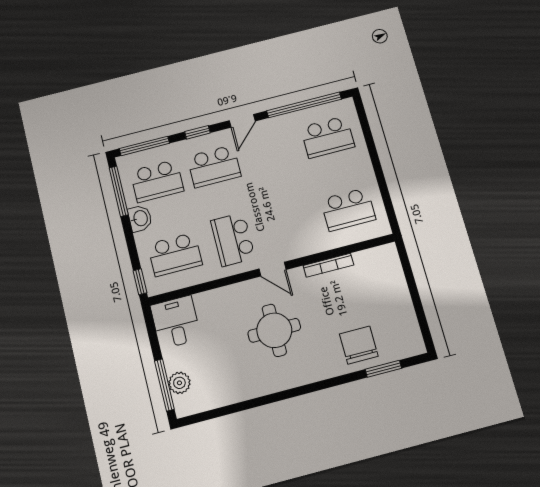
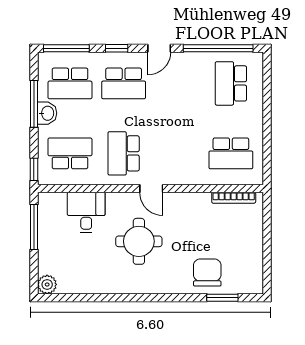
school desk: (328, 137) -> (231, 83), turned 90
window: (119, 191) -> (34, 104), moved
school desk: (175, 254) -> (70, 153), turned 180
bookcase: (328, 265) -> (234, 198), moved
desk: (176, 322) -> (86, 212), moved
plant: (179, 383) -> (47, 284), moved
window: (164, 385) -> (34, 227), moved

